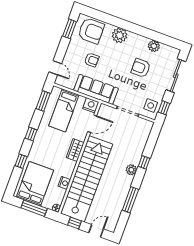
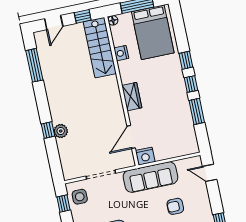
window: (43, 101) -> (197, 111), moved
bed: (64, 110) -> (171, 132), removed
window: (21, 161) -> (186, 60), moved
plant: (131, 170) -> (61, 131), moved
stairs: (87, 179) -> (100, 48), width x0.54, depth x0.66
window: (130, 200) -> (34, 65), moved

